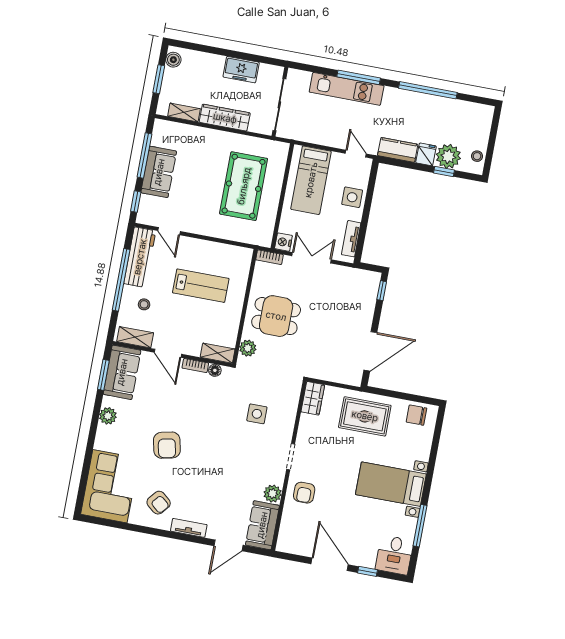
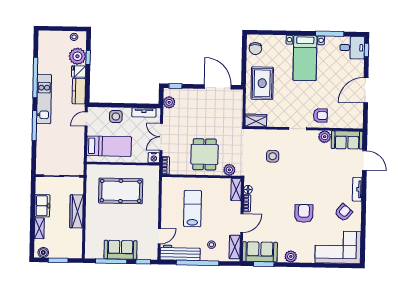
kitchen unit: (347, 89) -> (44, 99), moved
shelving: (184, 112) -> (39, 228), moved
plant: (360, 278) -> (169, 102), added
armchair: (167, 445) -> (304, 213), turned -78
window: (367, 571) -> (367, 50), moved

